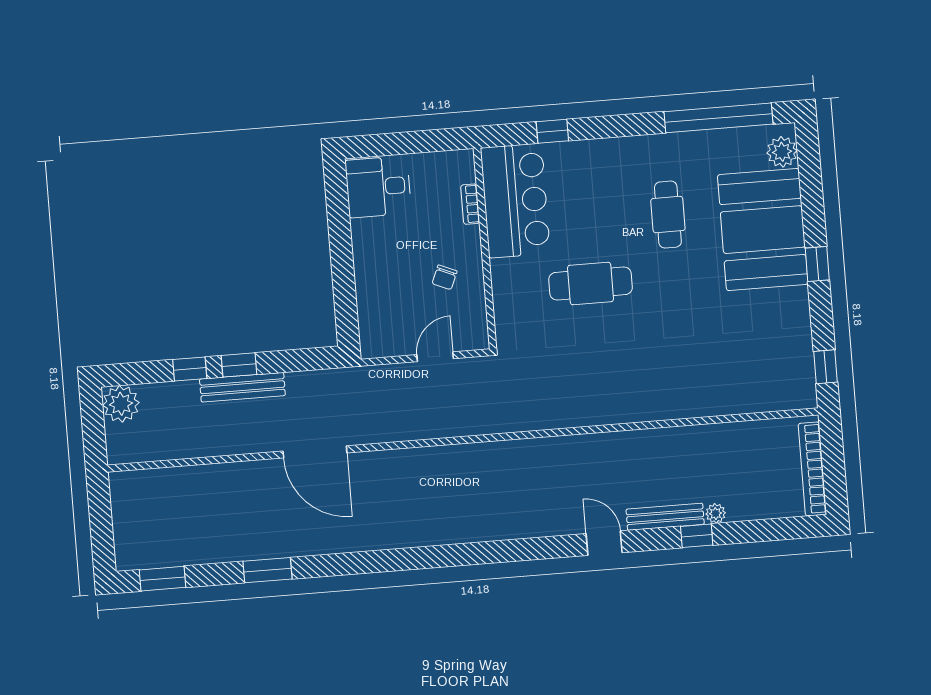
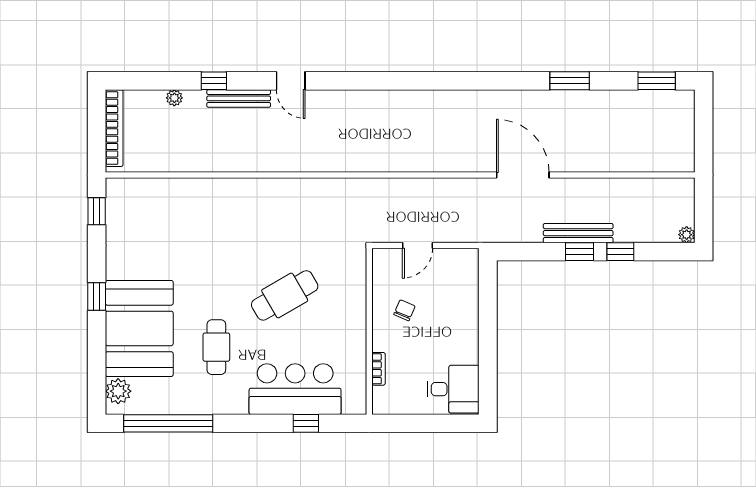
bar counter: (515, 201) -> (295, 389), moved, turned 90
cafe table: (591, 284) -> (285, 295), turned -30
plant: (121, 404) -> (687, 235), width x0.53, depth x0.53
plant: (716, 513) -> (174, 98), moved

